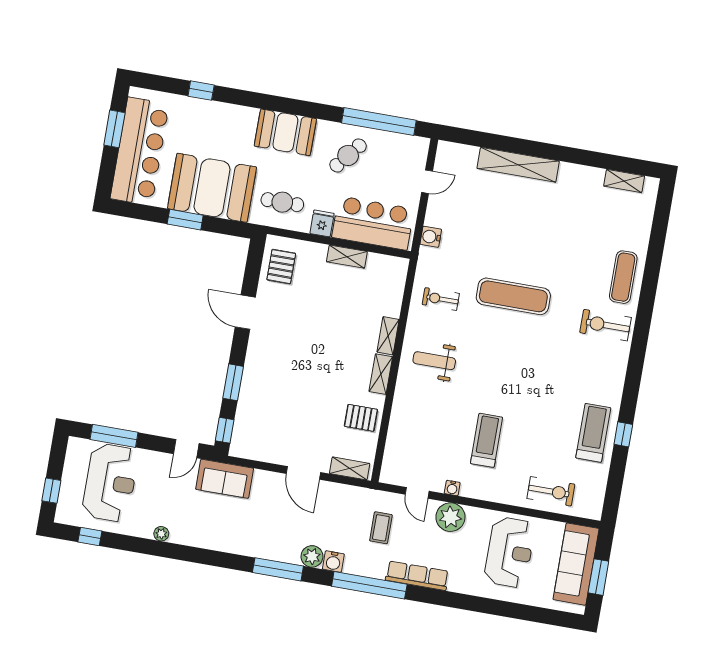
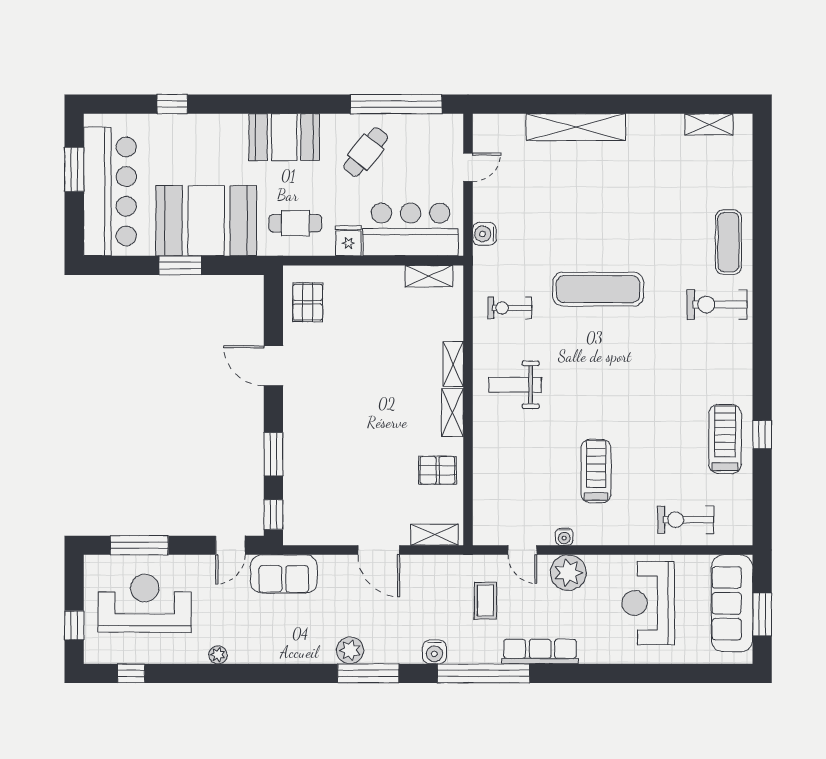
shelving: (347, 257) -> (429, 276), moved
reception desk: (110, 483) -> (145, 603), turned -90
exercise bike: (551, 491) -> (686, 520), turned 180
reception desk: (510, 552) -> (648, 603), turned 180
plant: (312, 556) -> (350, 650), moved

